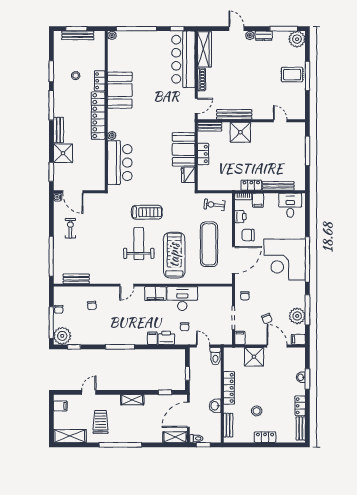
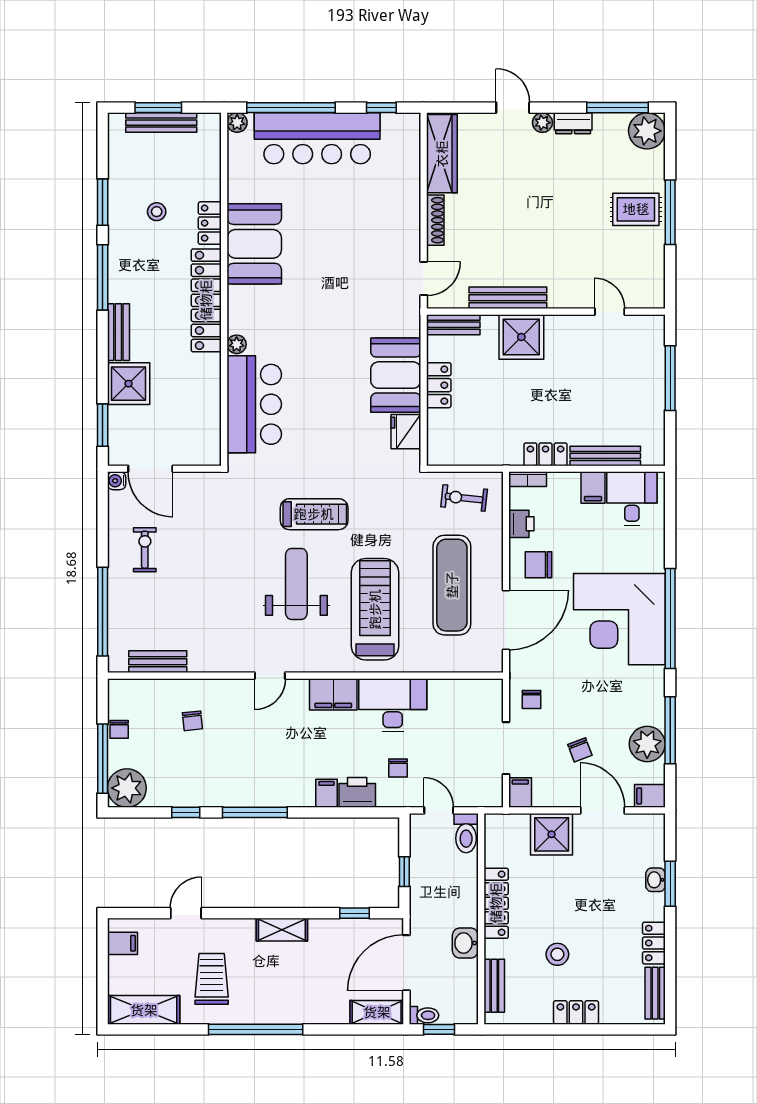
bar counter: (183, 59) -> (317, 138), moved, turned -90
filing cabinet: (258, 200) -> (593, 488), moved
window: (74, 347) -> (186, 812), moved

